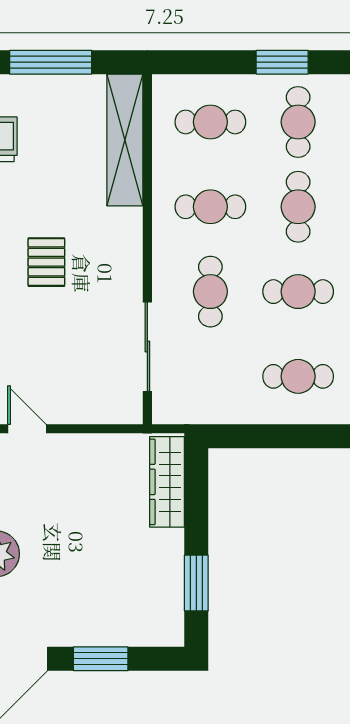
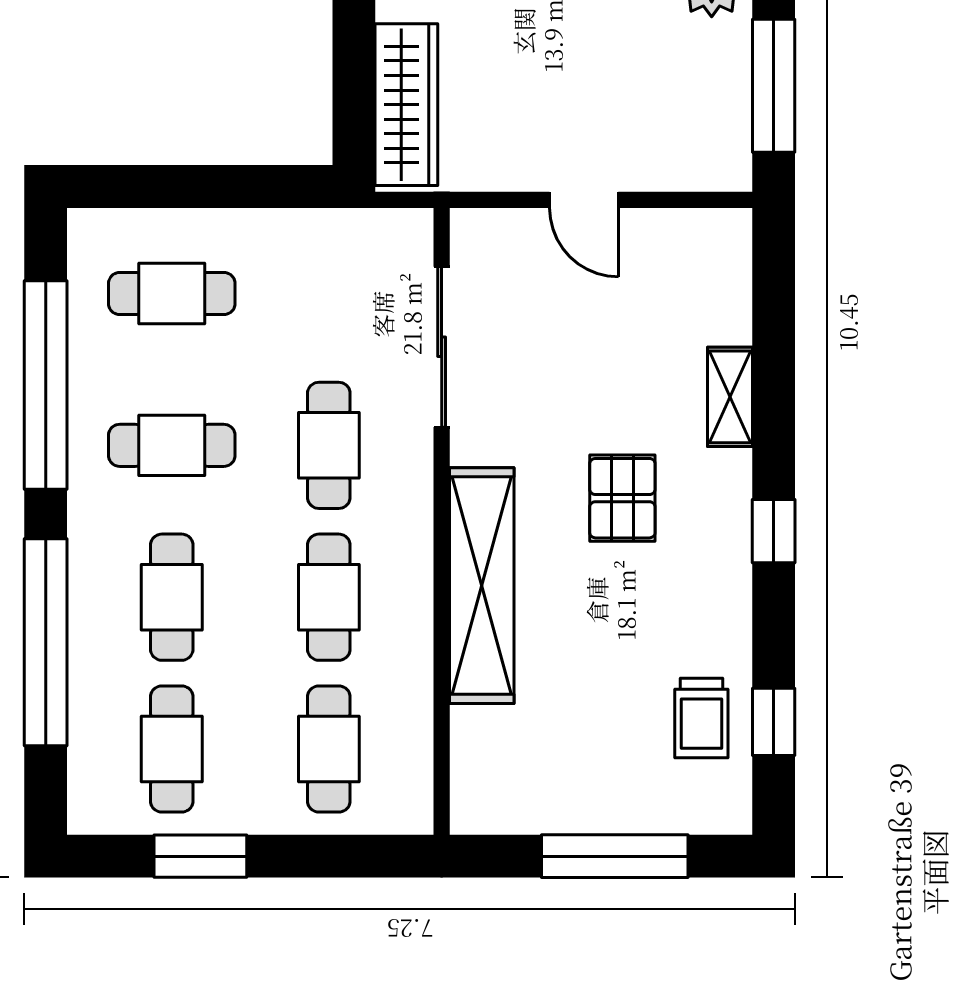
cafe table: (210, 122) -> (329, 749), turned 90
shelving: (125, 140) -> (482, 586), moved
cafe table: (210, 207) -> (329, 597), turned 90
door: (27, 429) -> (584, 200), moved

